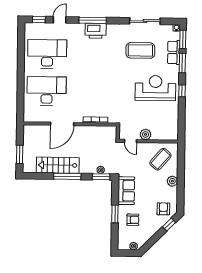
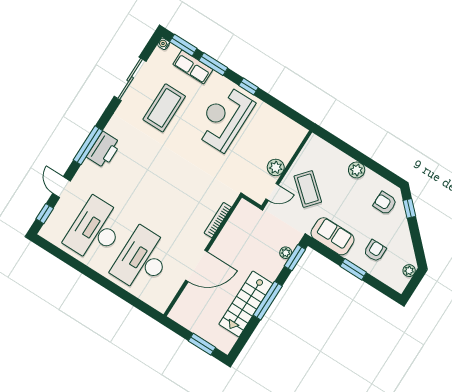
door: (62, 124) -> (197, 266), hinge flipped
coffee table: (160, 159) -> (308, 189), moved

